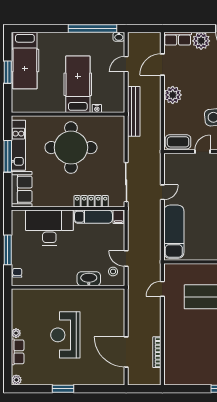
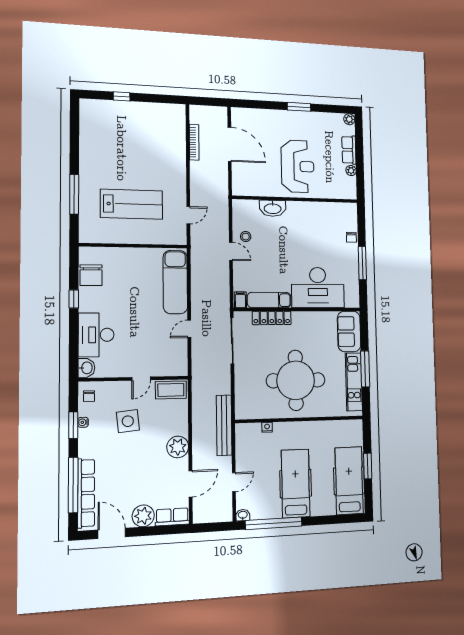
hospital bed: (78, 84) -> (296, 483), moved, turned 180
washbasin: (89, 279) -> (273, 208), moved
wall: (68, 287) -> (296, 199), moved

